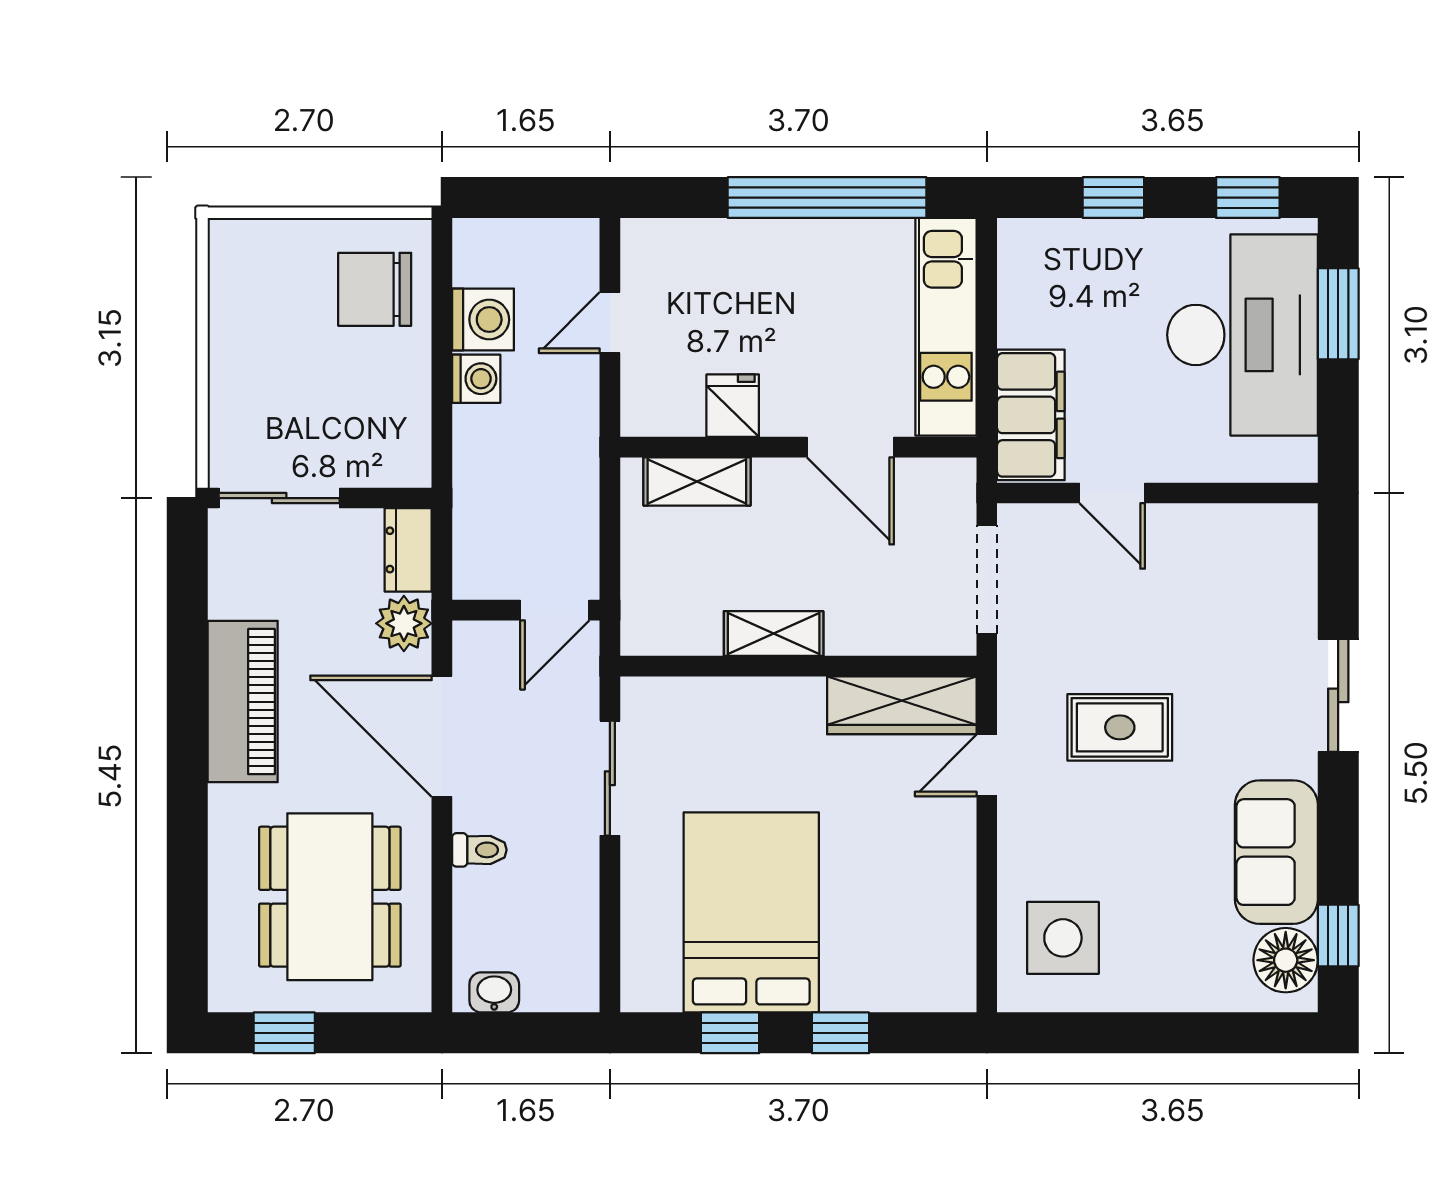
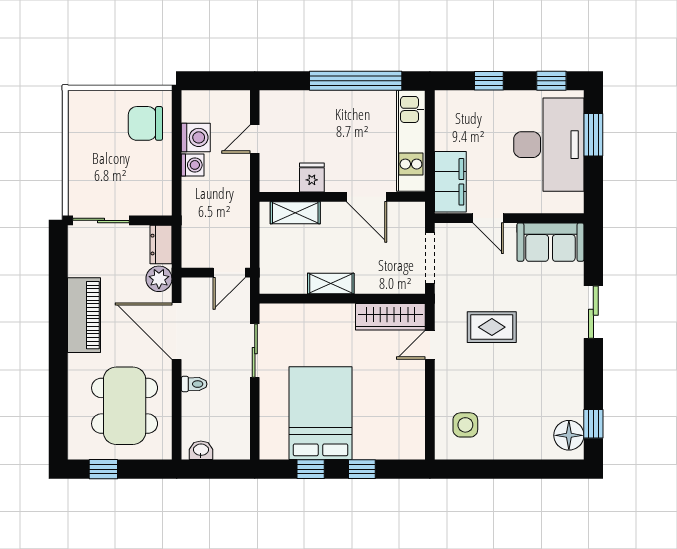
sofa: (1276, 852) -> (550, 242), moved, turned -90
side table: (1063, 938) -> (465, 425), width x0.73, depth x0.73

